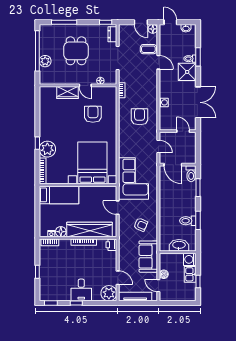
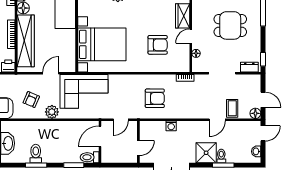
door: (141, 22) -> (263, 100), swing flipped
plant: (151, 207) -> (52, 112), added

